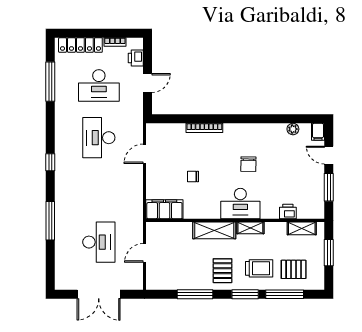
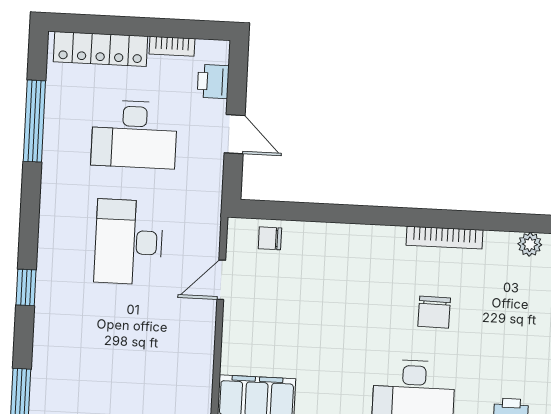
door: (147, 83) -> (235, 134), hinge flipped
bookcase: (204, 128) -> (445, 238), moved
chair: (193, 177) -> (270, 238), moved

